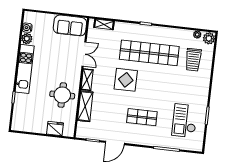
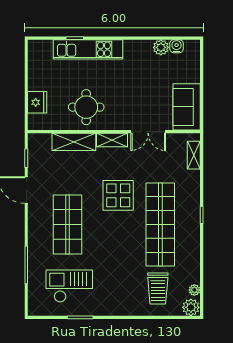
trolley: (193, 60) -> (158, 288), turned -90
kitchen unit: (25, 69) -> (88, 49), moved
shop shelf: (142, 117) -> (67, 225), width x1.43, depth x1.36

